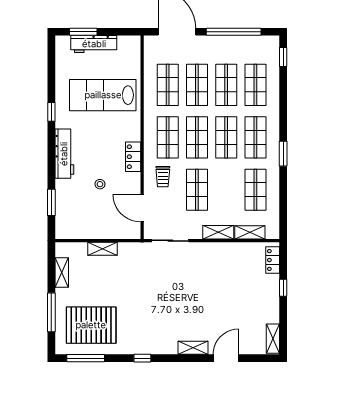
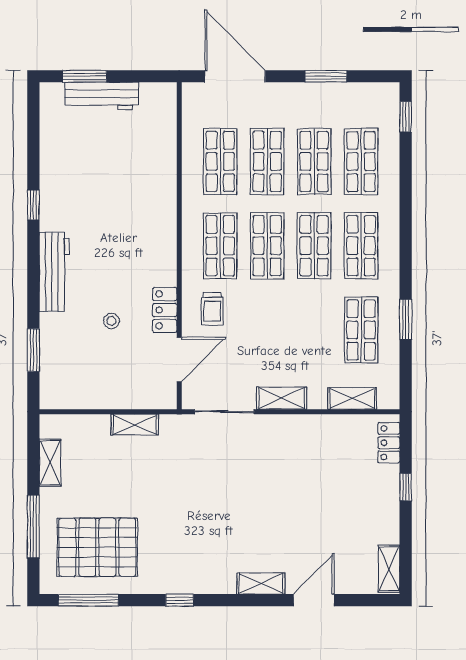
window: (234, 32) -> (326, 76), width x0.47
lab bench: (103, 95) -> (116, 178), removed
window: (283, 154) -> (406, 319), moved
locker: (133, 157) -> (165, 310), moved
shop shelf: (197, 190) -> (267, 330), removed
door: (142, 208) -> (179, 359), swing flipped
shelving: (218, 232) -> (282, 398), moved
shelving: (102, 249) -> (135, 425), moved

